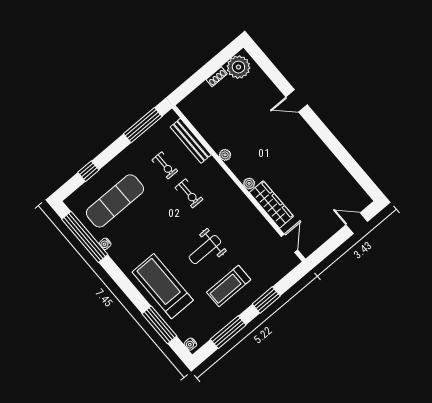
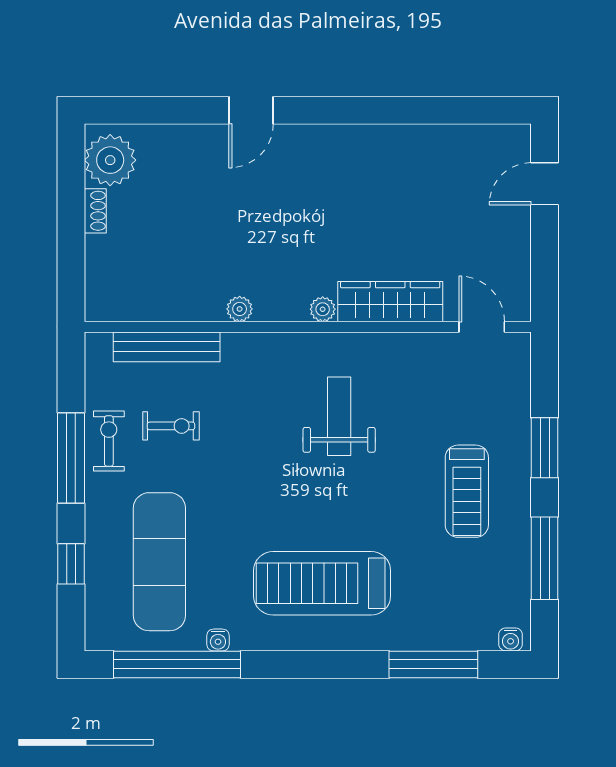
window: (143, 125) -> (71, 458), moved
exercise bike: (189, 193) -> (109, 441), moved, turned -90
weight bench: (205, 250) -> (339, 416), moved, turned 180
treadmill: (163, 286) -> (322, 583), moved

